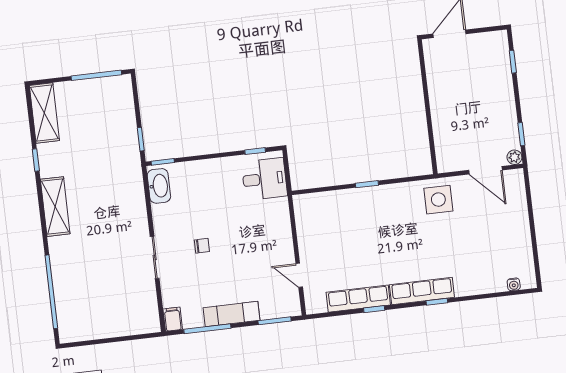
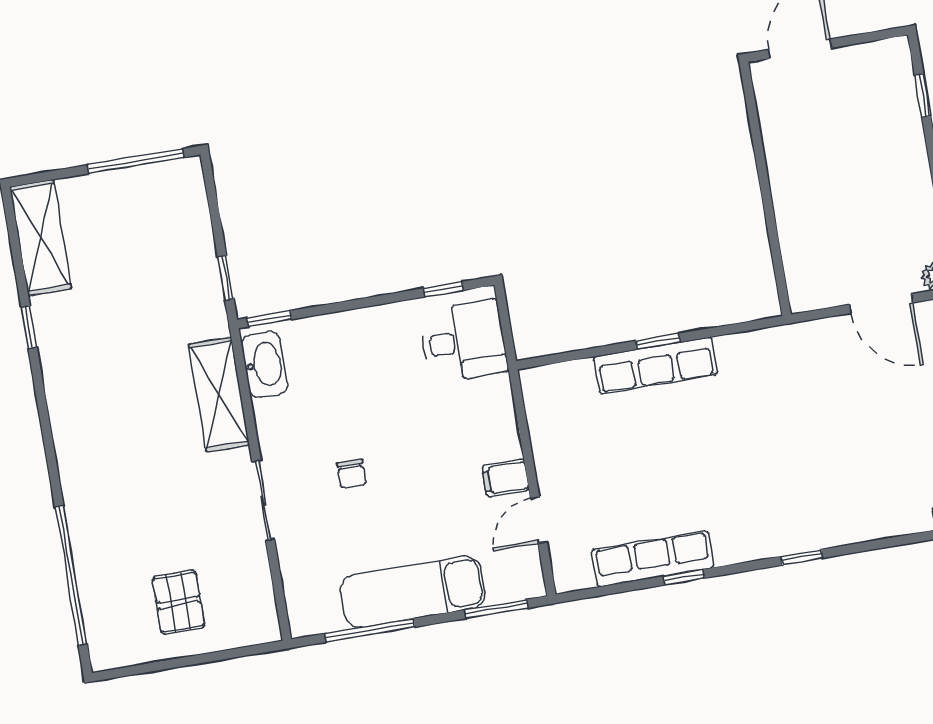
side table: (438, 200) -> (795, 364), removed
shelving: (55, 207) -> (219, 394), moved
chair: (202, 246) -> (351, 474), turned 90
door: (299, 275) -> (539, 520), hinge flipped
row of seats: (422, 291) -> (656, 366), moved, turned 180
pallet: (107, 309) -> (178, 602), added
exam couch: (231, 314) -> (413, 592), width x1.36, depth x1.45
filing cabinet: (173, 319) -> (505, 478), moved, turned -90

